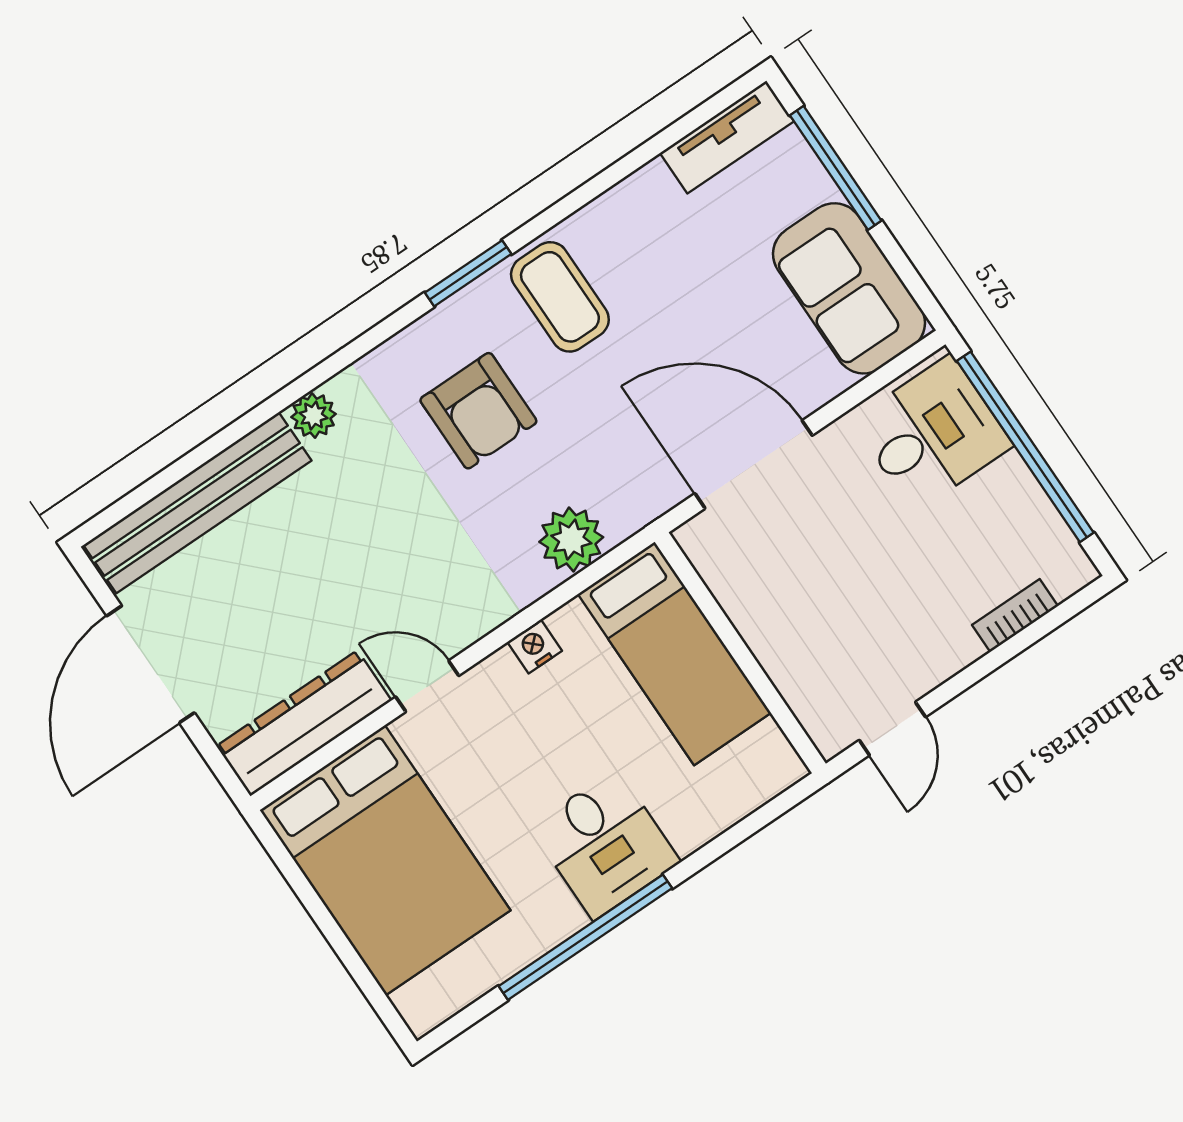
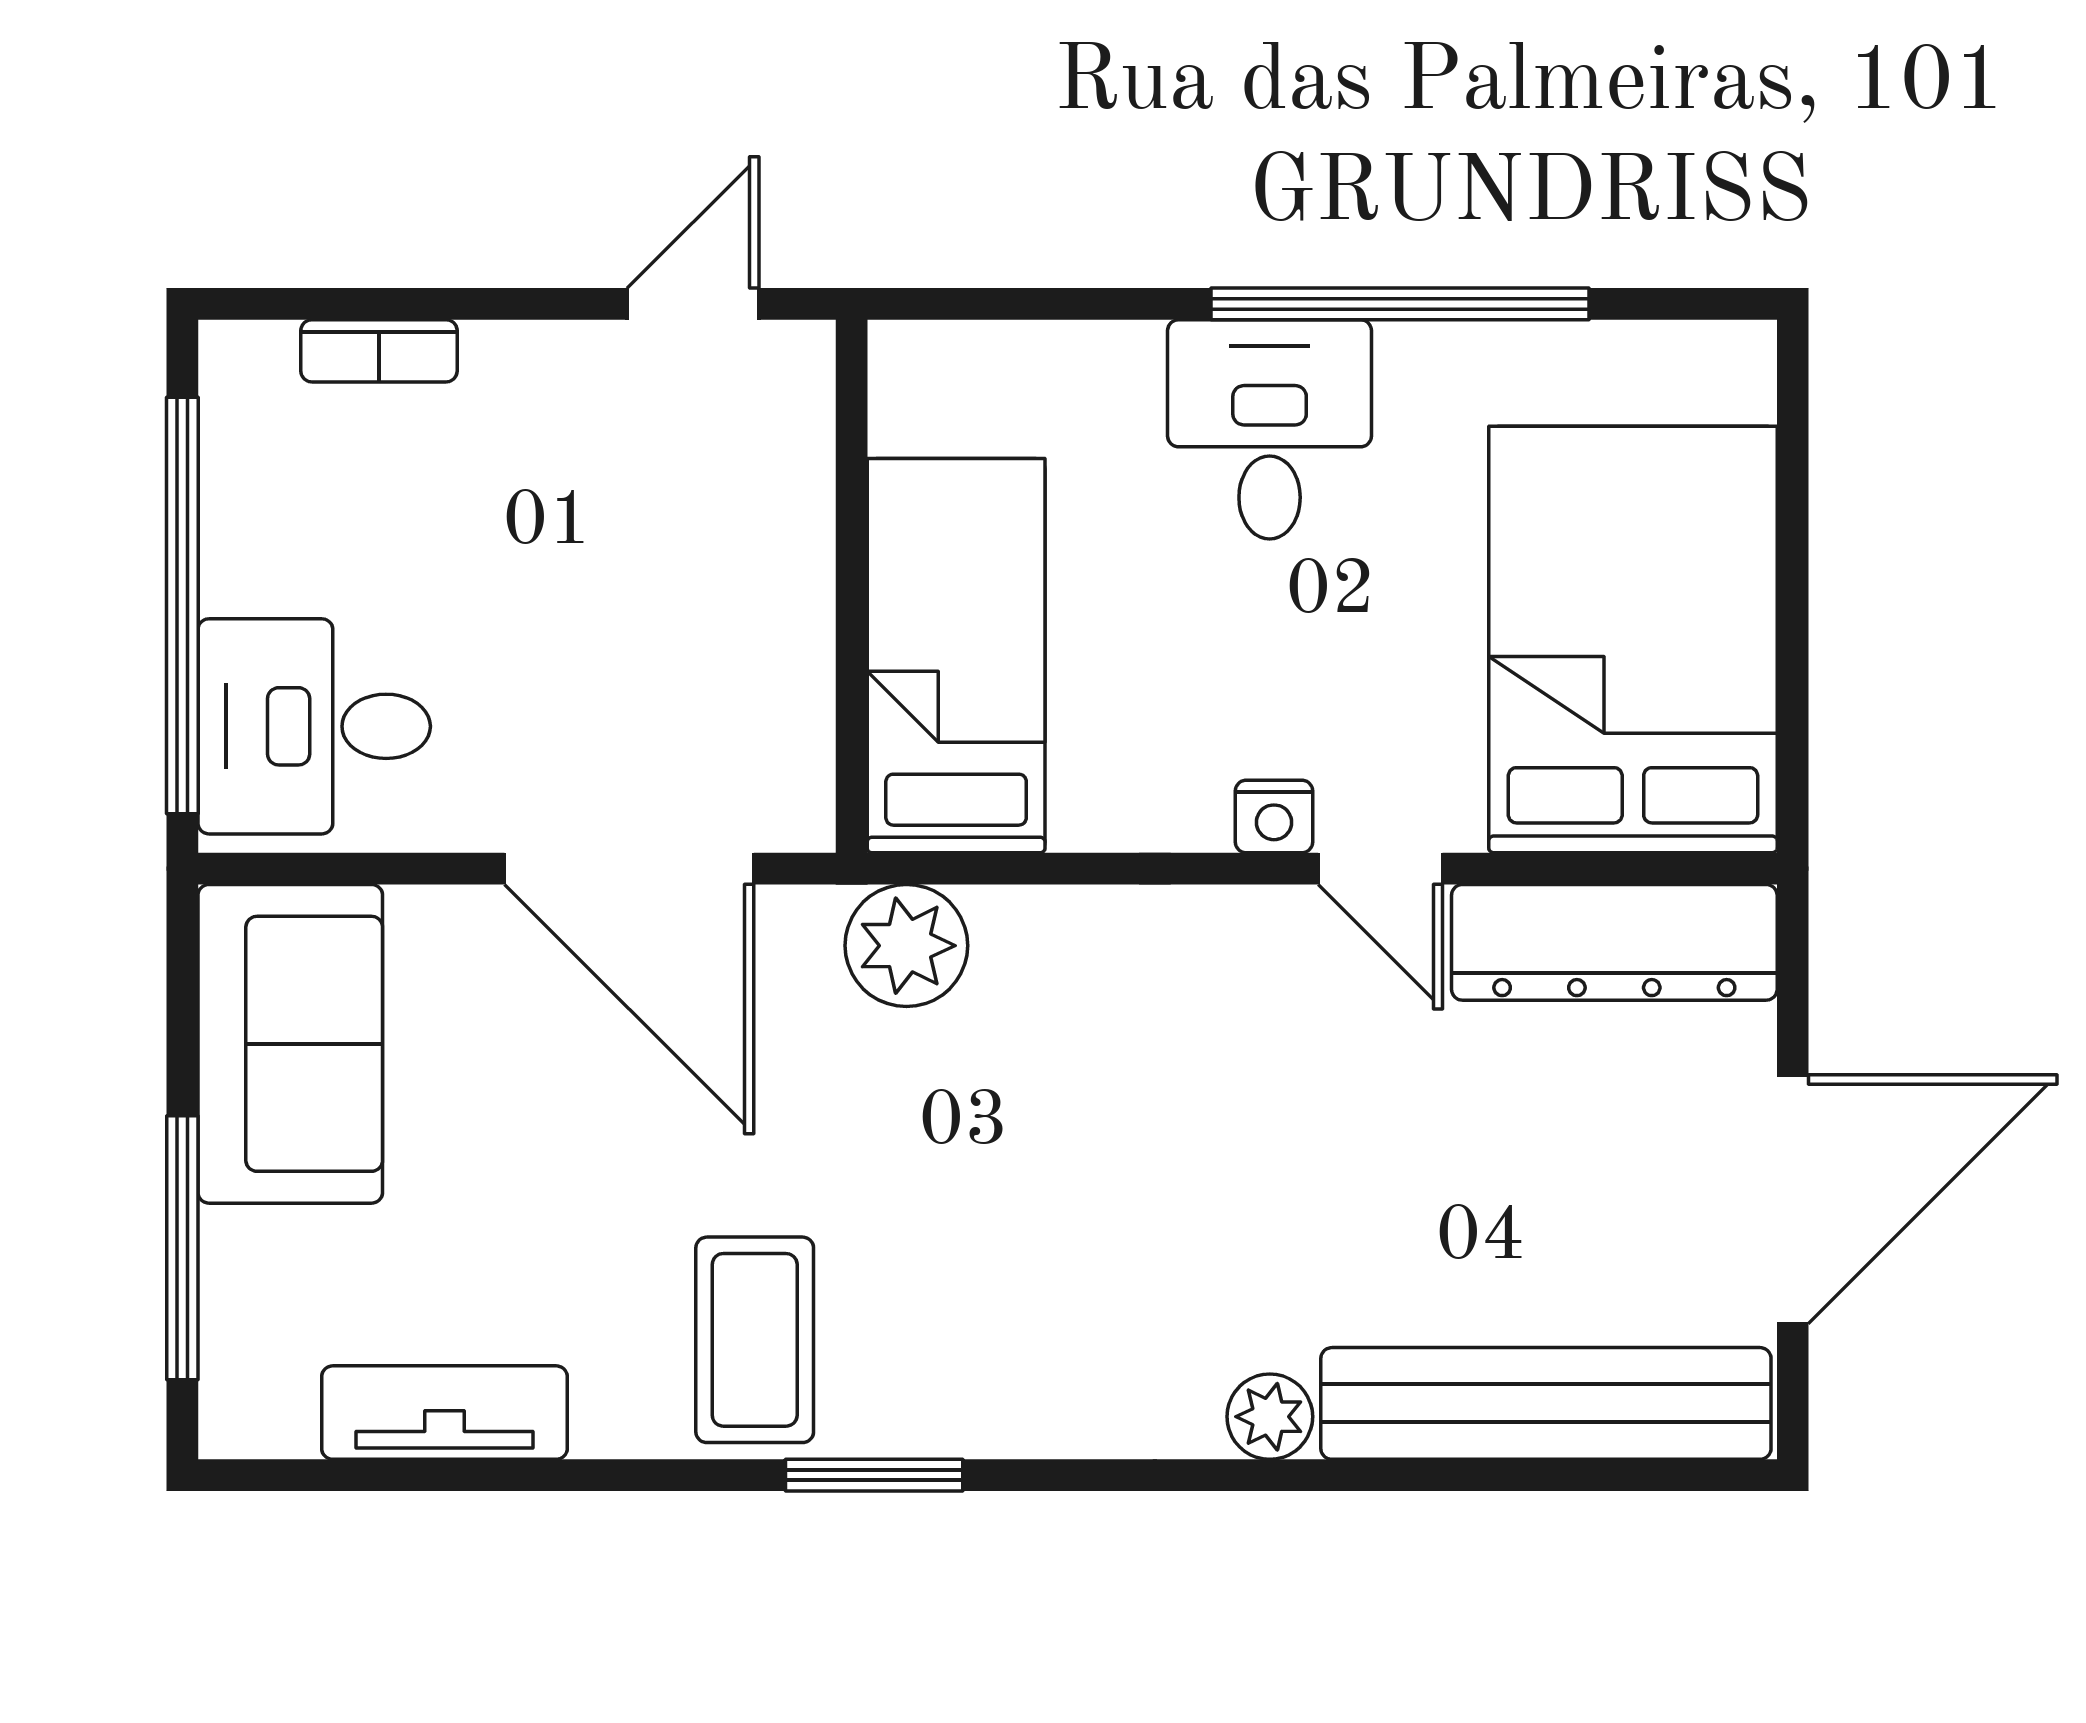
tv unit: (727, 137) -> (444, 1413), moved
armchair: (478, 411) -> (1005, 1248), removed
plant: (571, 539) -> (906, 946), moved
nightstand: (535, 646) -> (1274, 816), moved

